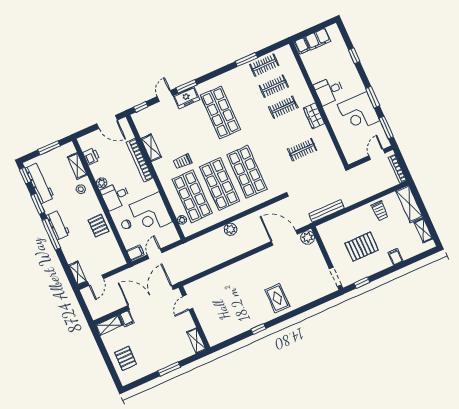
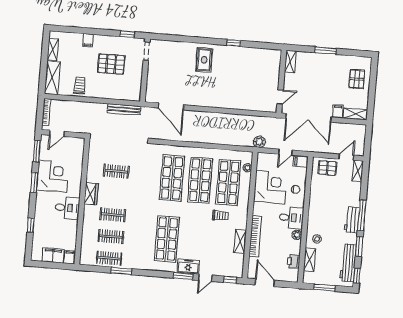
pallet: (98, 226) -> (327, 168), moved, turned 90
plant: (230, 229) -> (259, 142), moved
plant: (308, 237) -> (152, 96), removed

